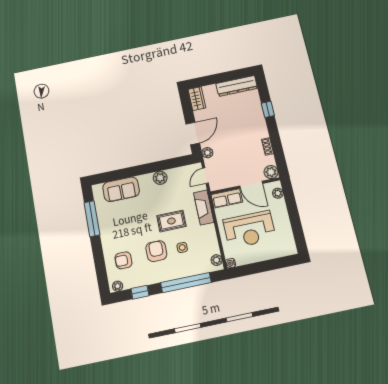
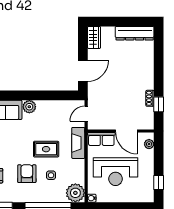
window: (268, 109) -> (159, 104), moved
plant: (207, 153) -> (93, 92), removed
plant: (271, 172) -> (147, 123), removed
plant: (160, 178) -> (29, 107), moved
window: (298, 231) -> (159, 182), added
plant: (217, 260) -> (75, 193), width x1.87, depth x1.87

